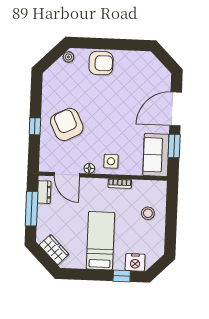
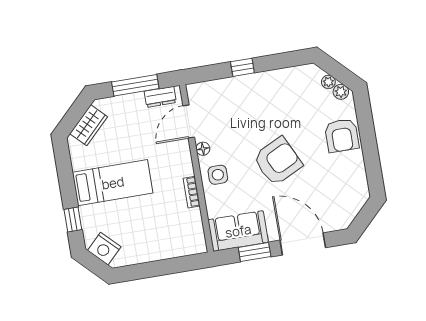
plant: (59, 65) -> (328, 82), added
armchair: (67, 124) -> (278, 161), moved
stool: (148, 213) -> (161, 236), removed
nightstand: (135, 262) -> (104, 249), moved, turned -45

